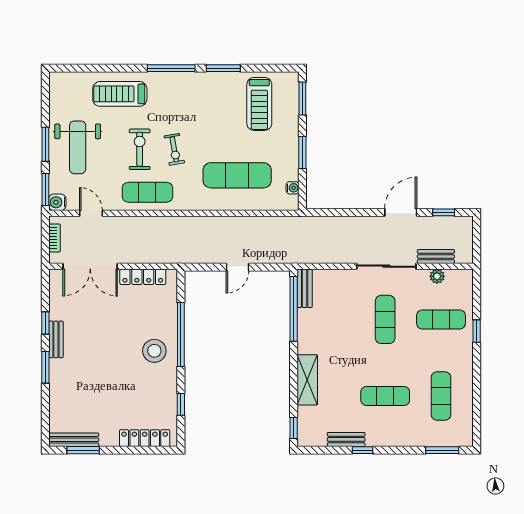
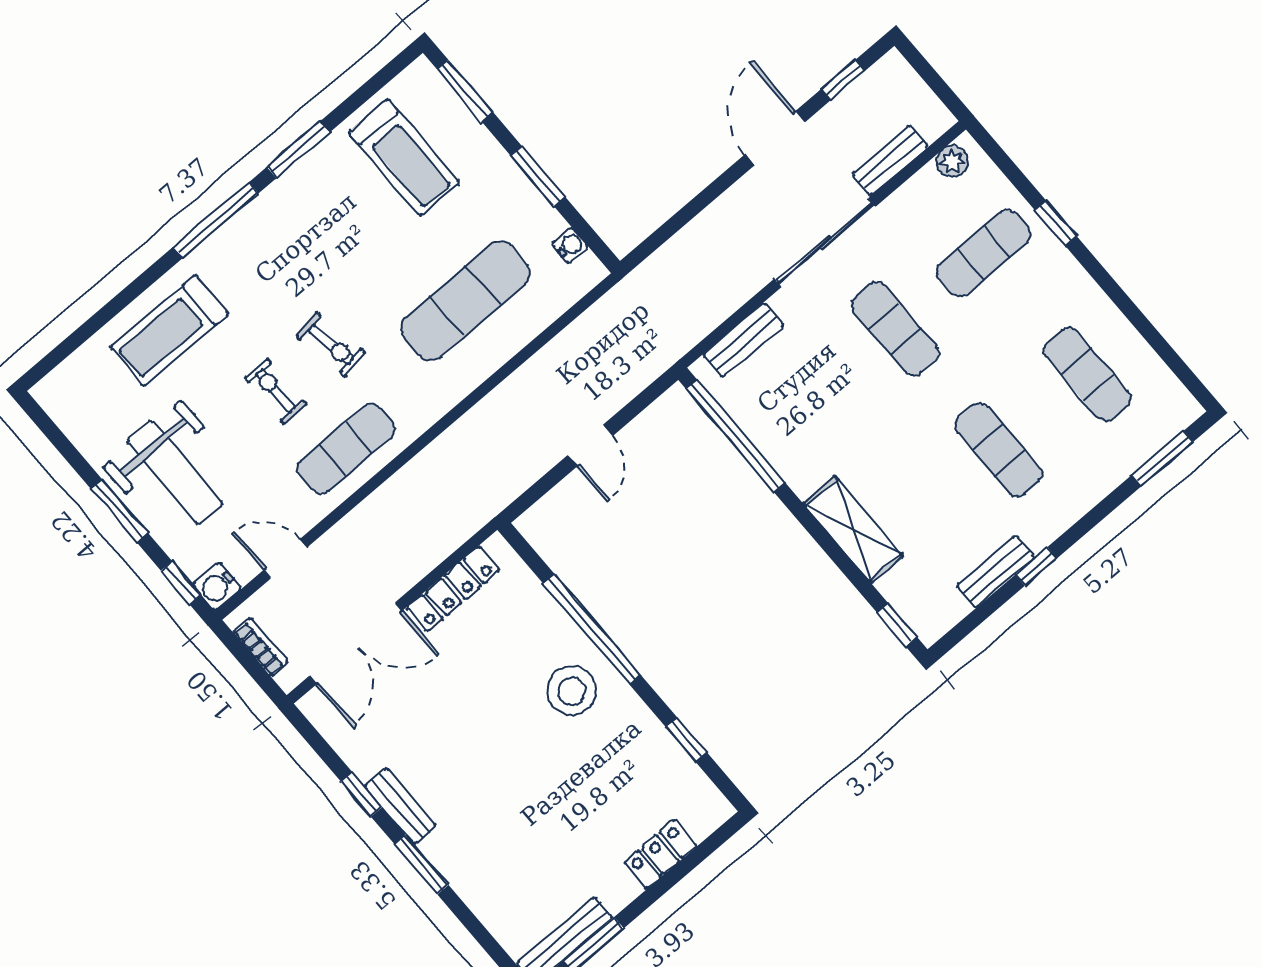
exercise bike: (140, 149) -> (276, 391), width x0.73, depth x0.72
window: (45, 190) -> (181, 583), width x0.67
plant: (437, 276) -> (952, 161), moved
bench: (305, 288) -> (743, 340), moved, turned 90
exercise mat: (385, 396) -> (999, 450), turned 90
locker: (145, 438) -> (660, 854), width x0.66

